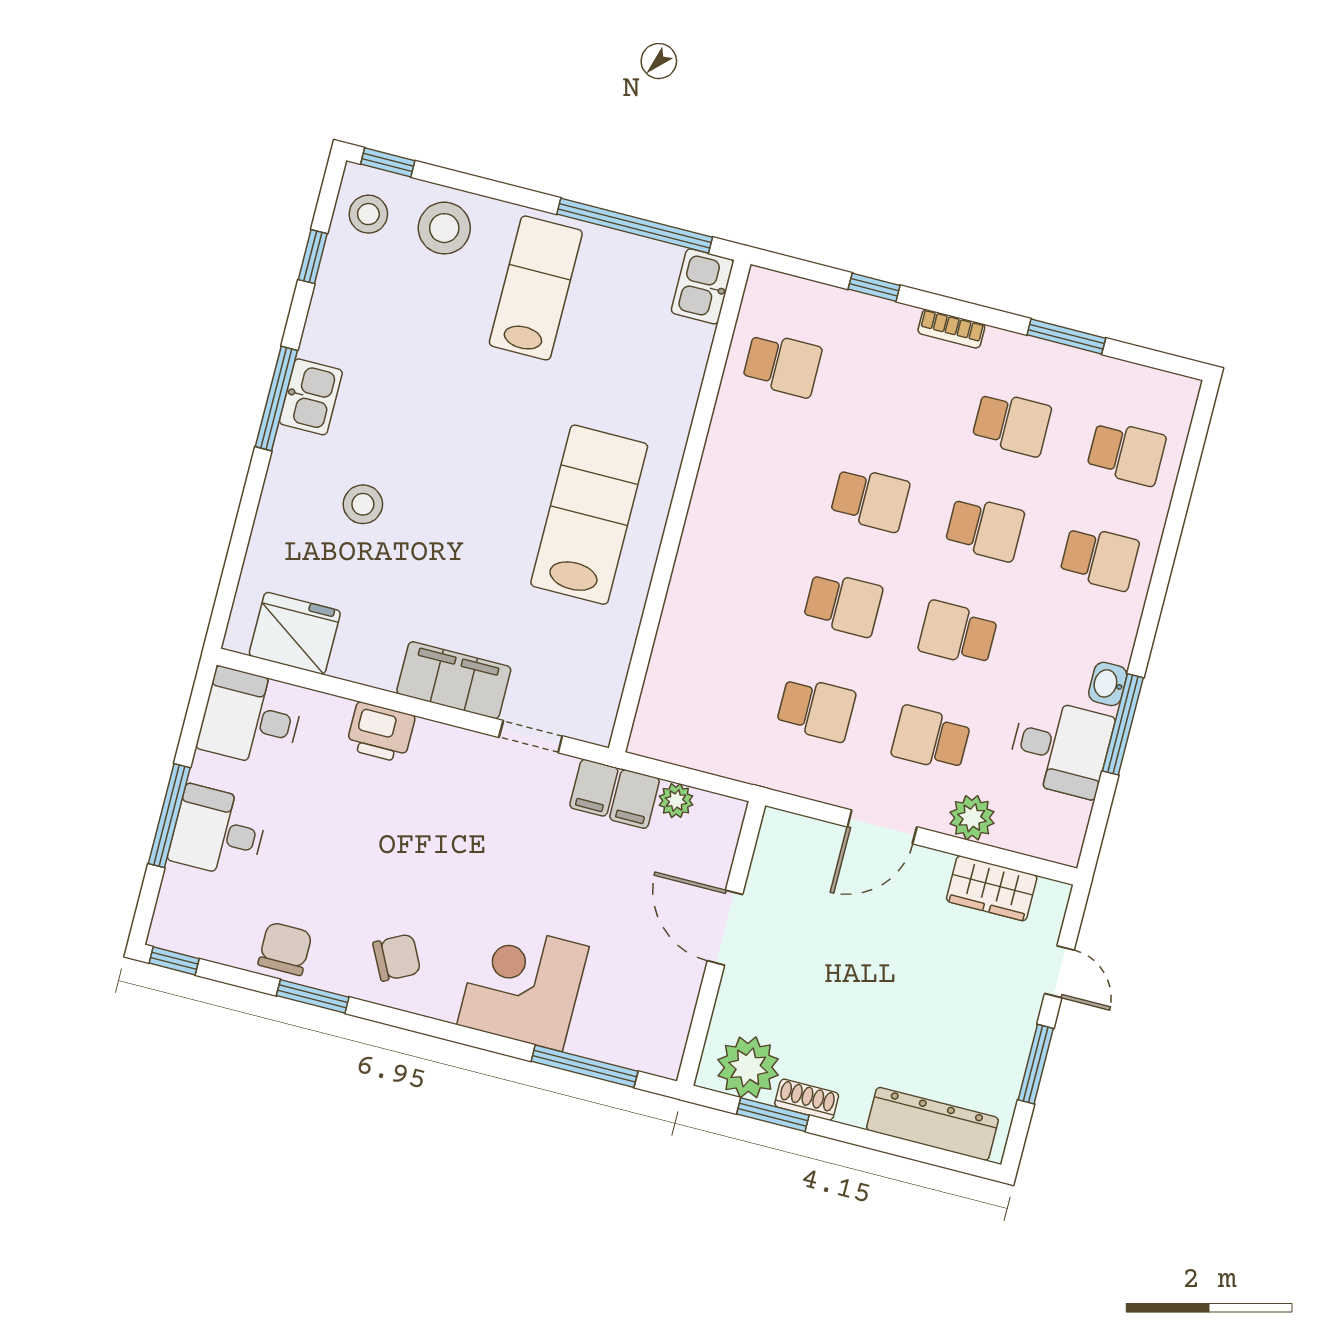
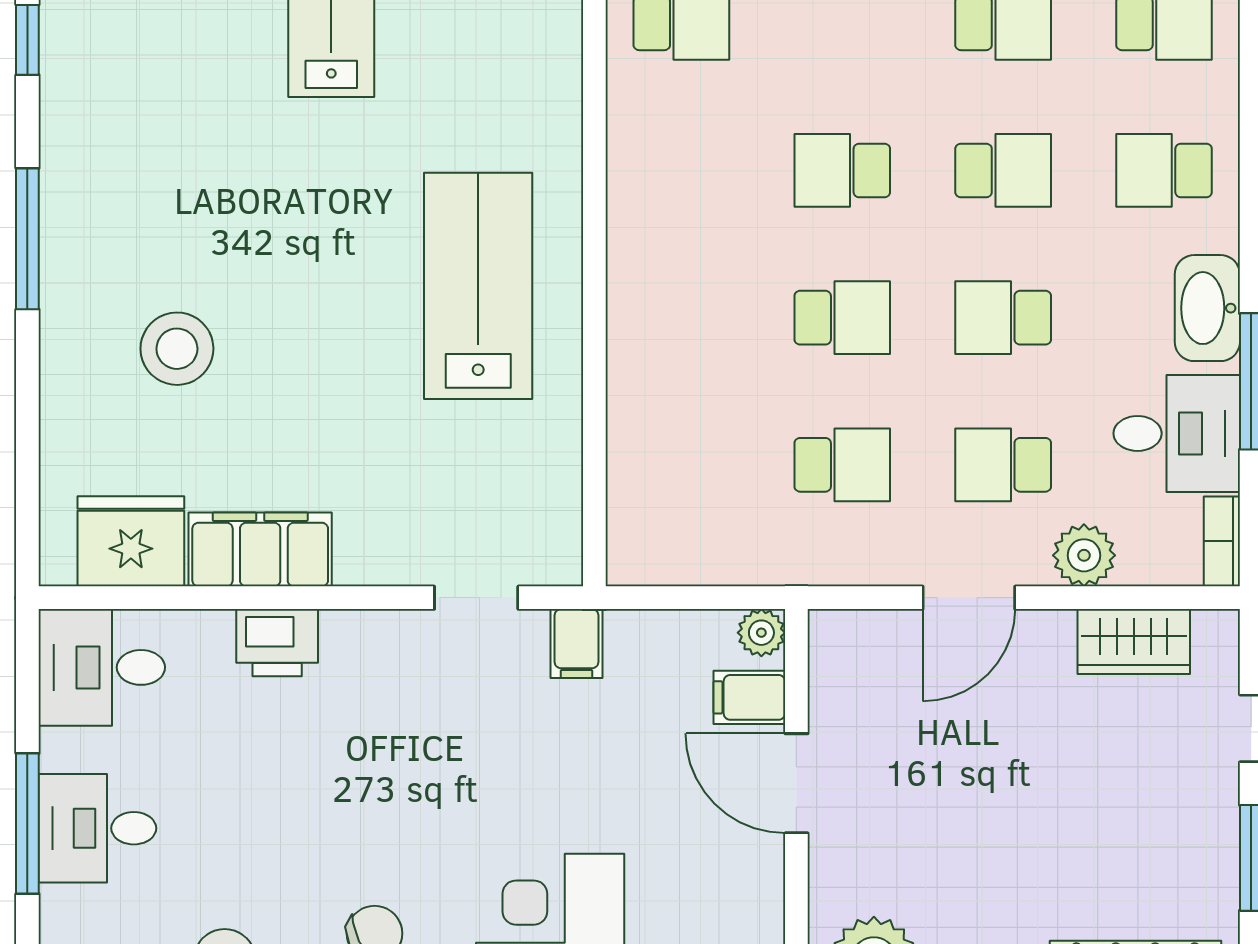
kitchen sink: (311, 397) -> (72, 225), removed
school desk: (870, 499) -> (842, 170), turned 180
stool: (363, 504) -> (177, 349), width x1.38, depth x1.38
school desk: (1099, 558) -> (1164, 170), turned 180
filing cabinet: (454, 680) -> (260, 549), moved
washbasin: (1108, 684) -> (1207, 308), width x1.91, depth x1.45
filing cabinet: (634, 799) -> (749, 697), moved, turned 90
plant: (676, 801) -> (761, 633), moved
bookcase: (1073, 833) -> (1222, 541), added

